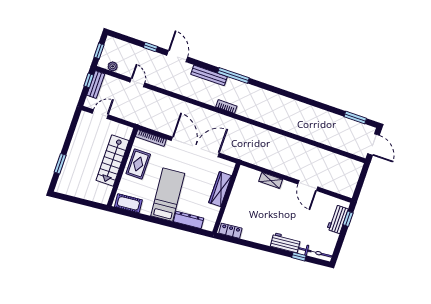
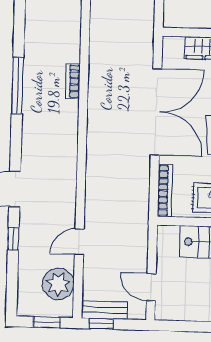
plant: (113, 66) -> (58, 284), width x1.88, depth x1.88
bench: (209, 75) -> (30, 126), removed
double door: (195, 147) -> (156, 112), swing flipped

